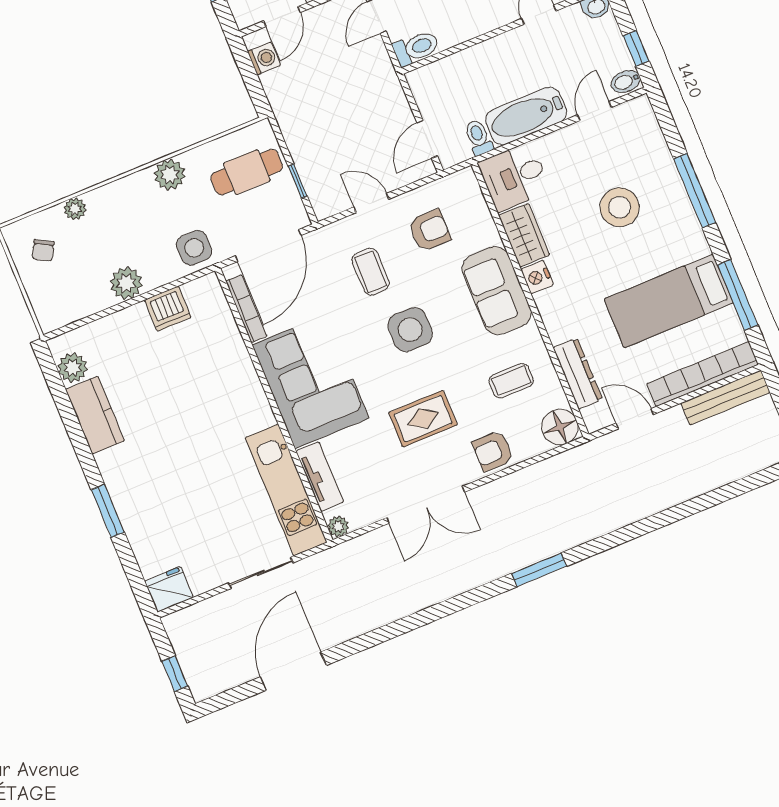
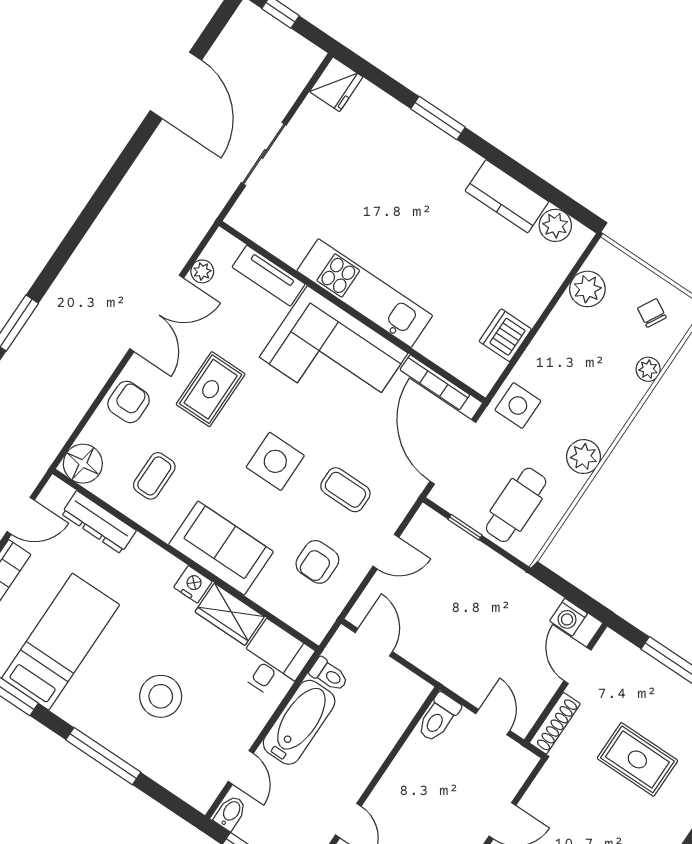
plant: (126, 283) -> (587, 289), moved
kitchen unit: (286, 490) -> (365, 293), moved
double door: (426, 505) -> (157, 313), swing flipped
plant: (338, 526) -> (202, 271), moved

